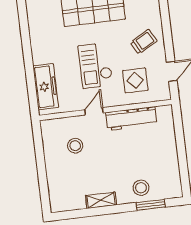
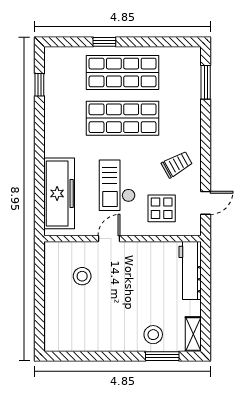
freezer: (46, 87) -> (59, 193), width x1.36, depth x1.26
workbench: (131, 119) -> (190, 271), moved, turned 90
shelving: (101, 200) -> (193, 334), moved, turned 90

